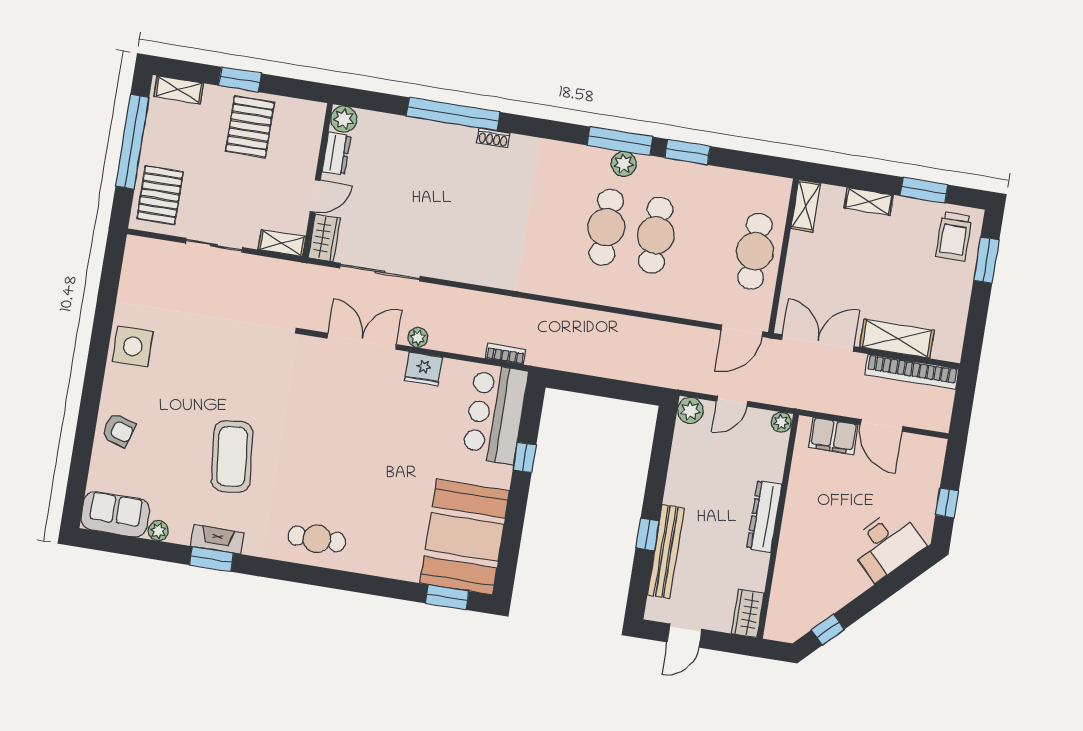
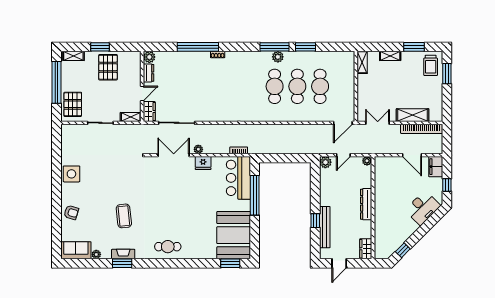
cafe table: (755, 251) -> (320, 86), moved
double door: (818, 343) -> (378, 123), width x0.73
filing cabinet: (833, 436) -> (436, 167), moved, turned 90
coffee table: (232, 456) -> (124, 216), width x0.73, depth x0.76
window: (525, 457) -> (255, 195), width x3.17

